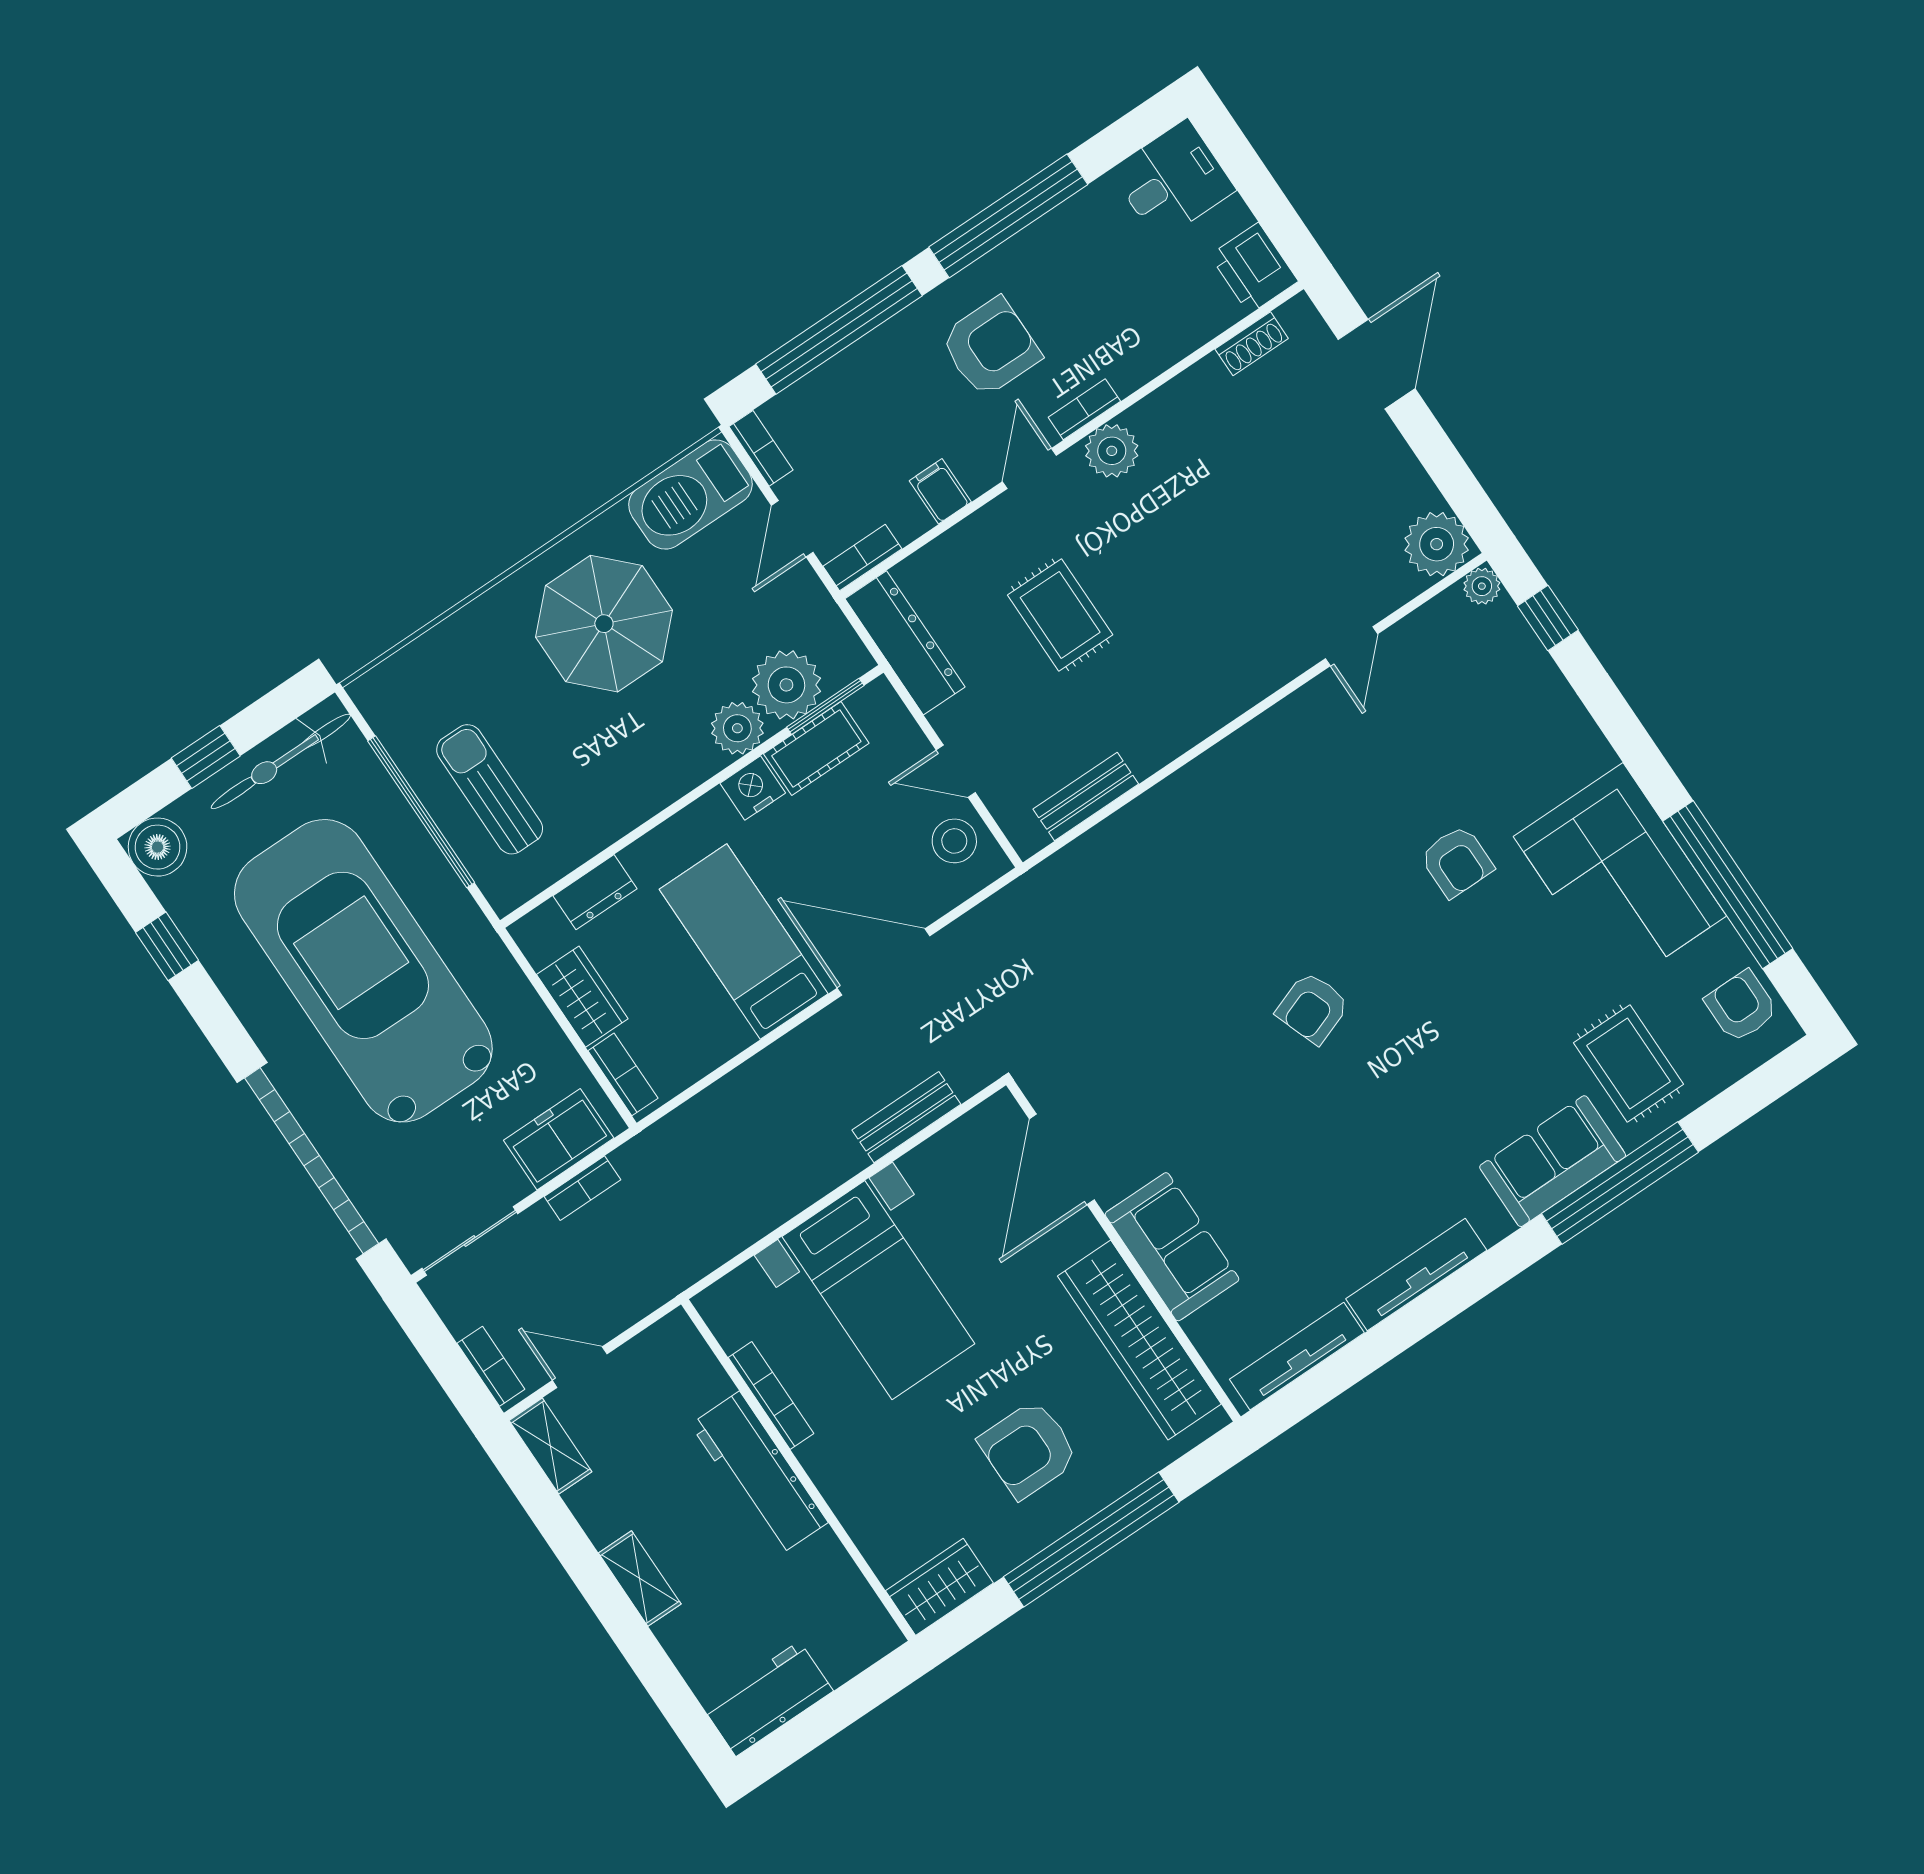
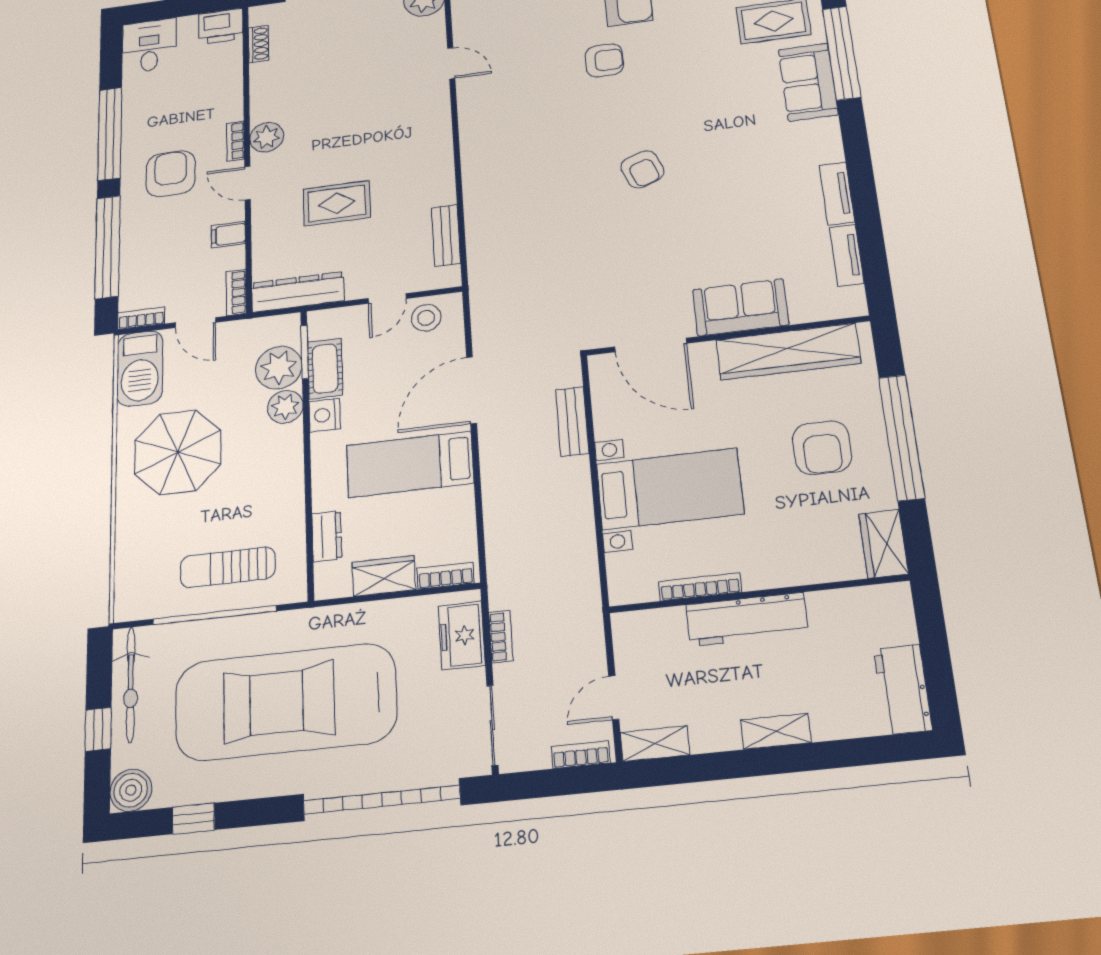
tv unit: (1416, 1274) -> (837, 194), width x0.71
tv unit: (1297, 1356) -> (847, 255), width x0.71

